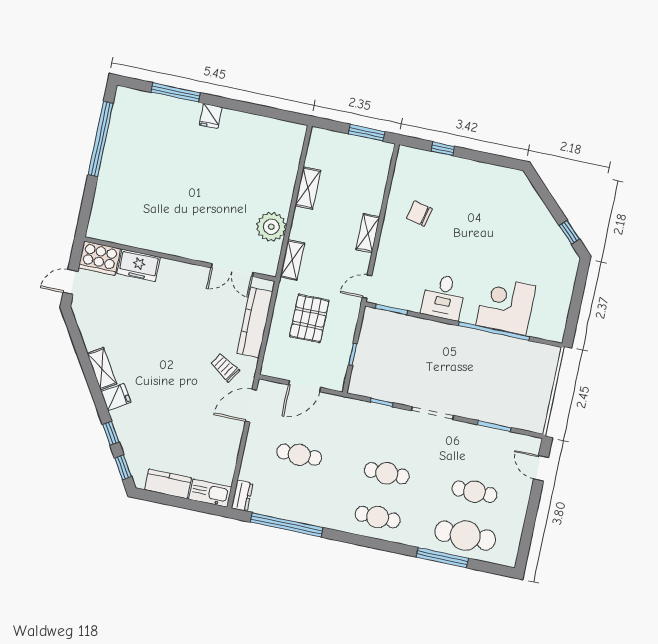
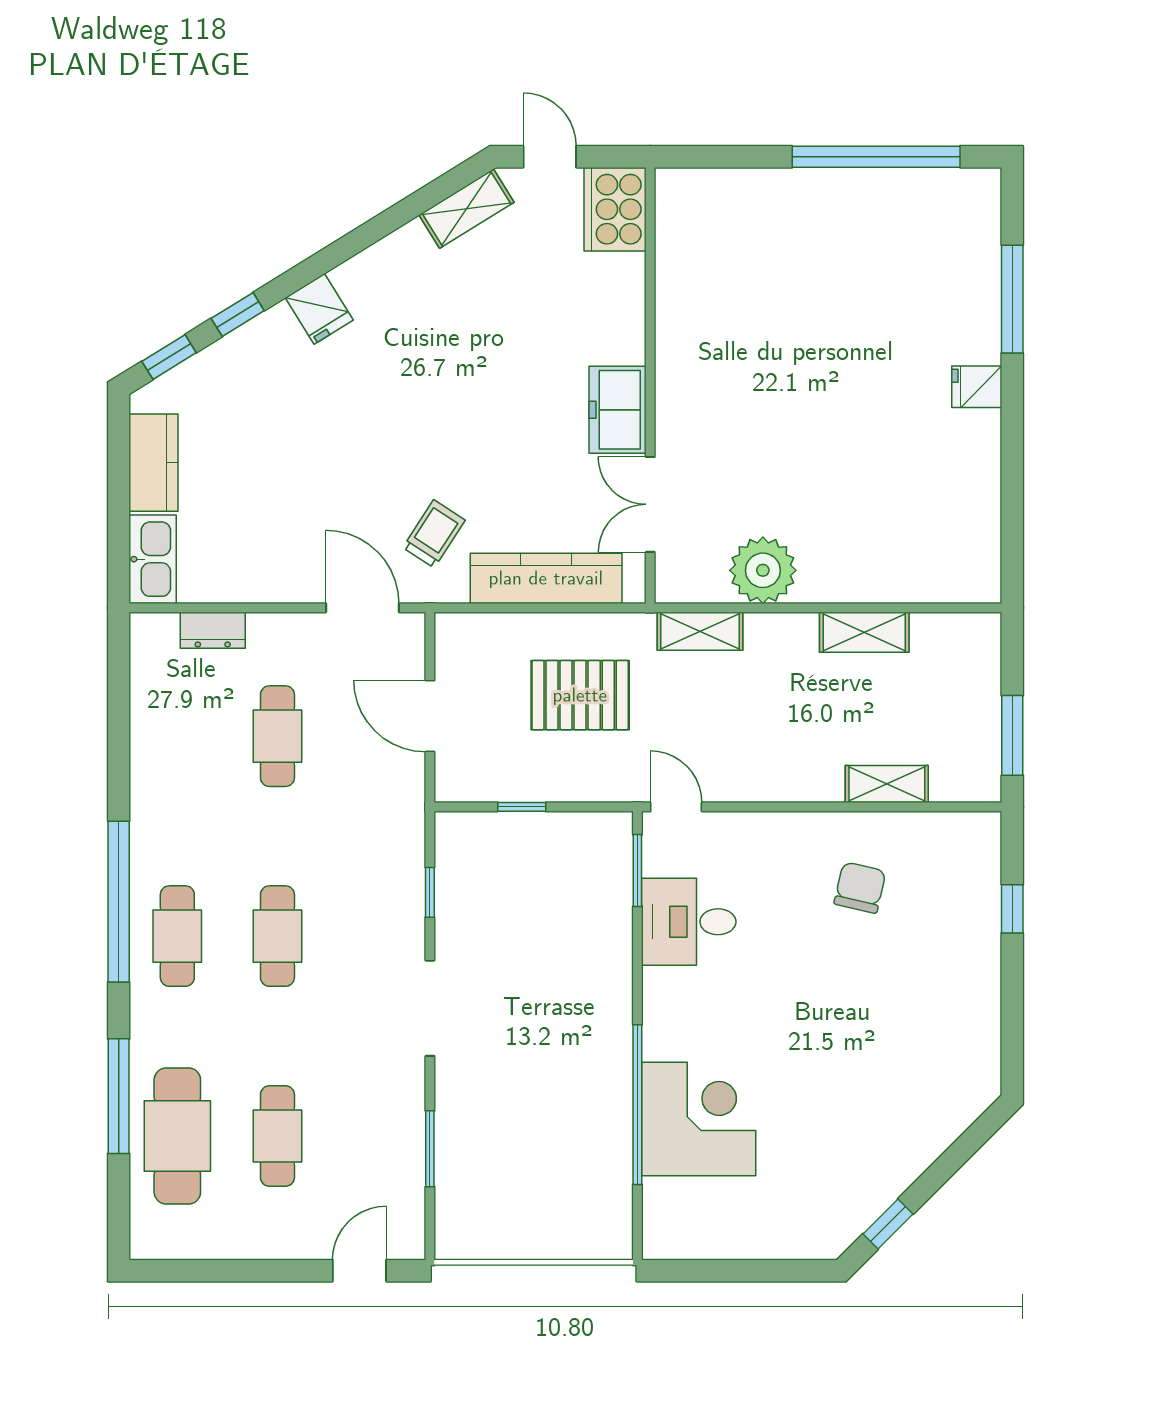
shelving: (368, 233) -> (887, 784), moved
freezer: (139, 265) -> (618, 410), moved
desk: (444, 297) -> (689, 922), moved
shelving: (102, 369) -> (467, 209), moved
dresser: (242, 496) -> (213, 630), moved
window: (287, 525) -> (119, 902), moved

